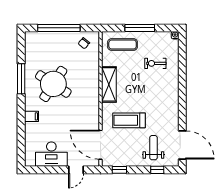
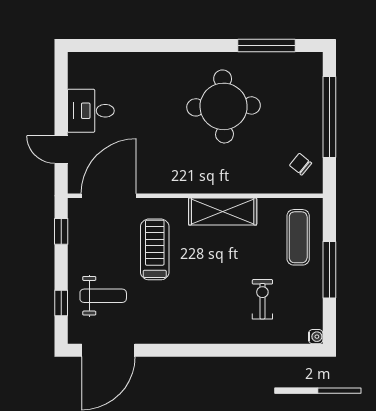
window: (21, 79) -> (266, 46), moved
round table: (53, 84) -> (224, 106), turned -35
filing cabinet: (31, 116) -> (162, 65), removed
desk: (51, 154) -> (91, 111), width x0.73

